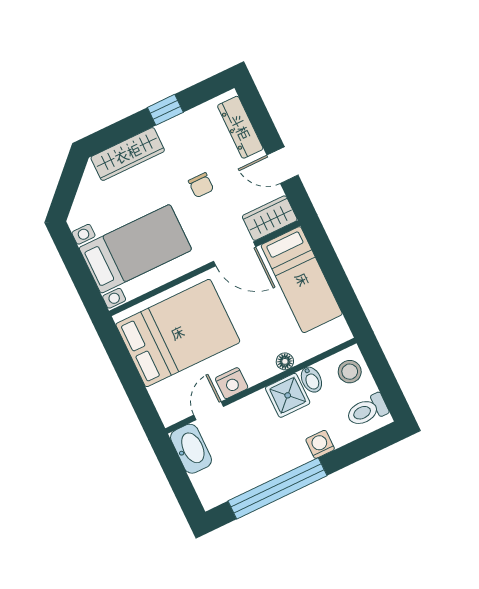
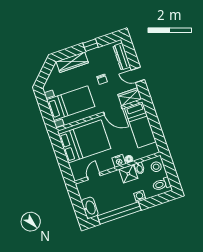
nightstand: (232, 383) -> (119, 161), moved
washbasin: (191, 449) -> (90, 208), moved

